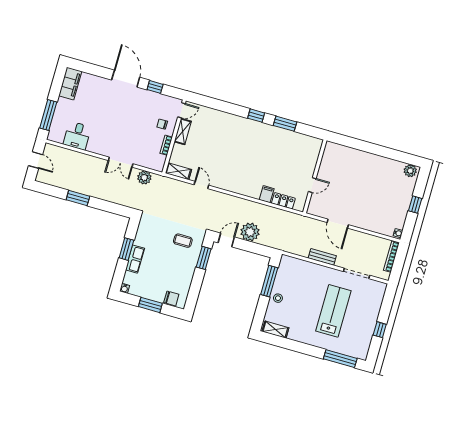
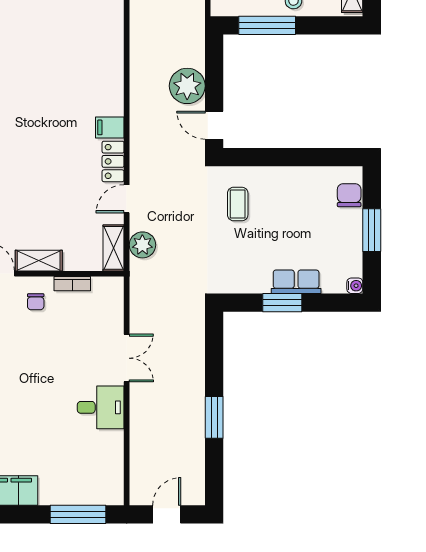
desk: (77, 136) -> (101, 407), moved
plant: (144, 178) -> (142, 245), moved
filing cabinet: (267, 194) -> (110, 127), moved
locker: (283, 201) -> (113, 161), moved
window: (204, 258) -> (258, 157), removed

